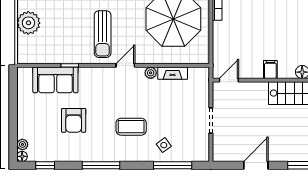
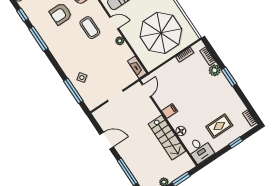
fireplace: (173, 73) -> (137, 67), moved
door: (229, 80) -> (147, 90), hinge flipped
coffee table: (131, 127) -> (90, 28), moved
window: (101, 165) -> (38, 39), moved

